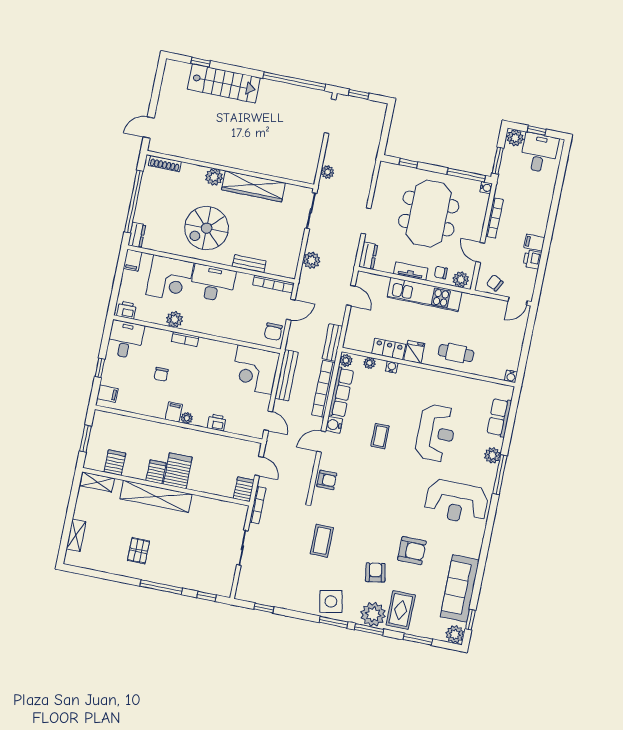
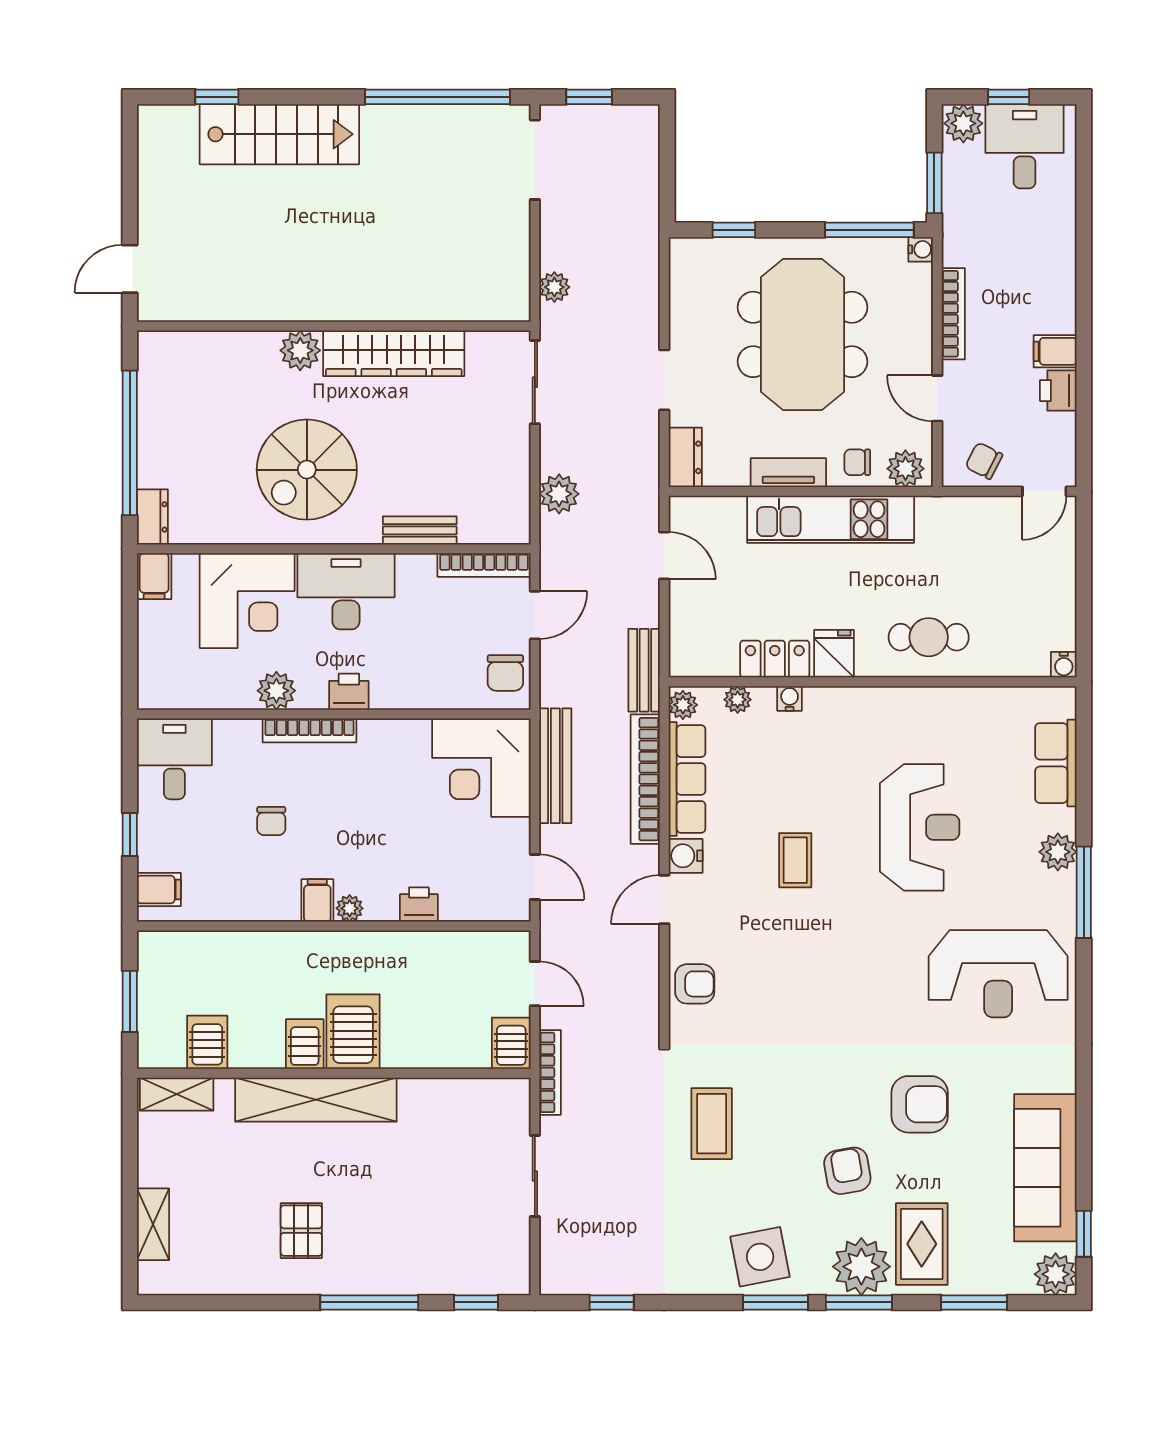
shoe rack: (165, 164) -> (183, 343), removed
printer: (127, 310) -> (349, 692), moved
bookcase: (185, 339) -> (309, 730), width x1.56

